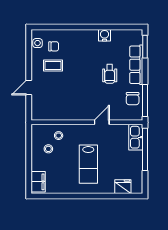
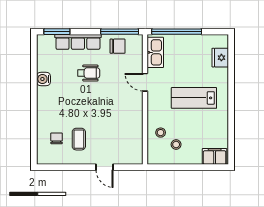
side table: (38, 43) -> (53, 157), removed
kitchen sink: (136, 137) -> (155, 52), moved, turned -90
lab bench: (88, 164) -> (194, 98), turned 180

